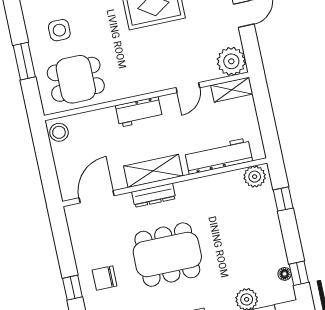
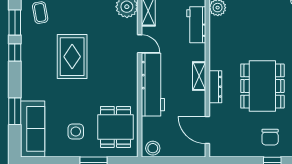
workbench: (139, 112) -> (153, 85), width x1.88, depth x1.32
workbench: (219, 156) -> (196, 25), width x0.73
shelving: (153, 171) -> (199, 76), width x0.67, depth x0.75

